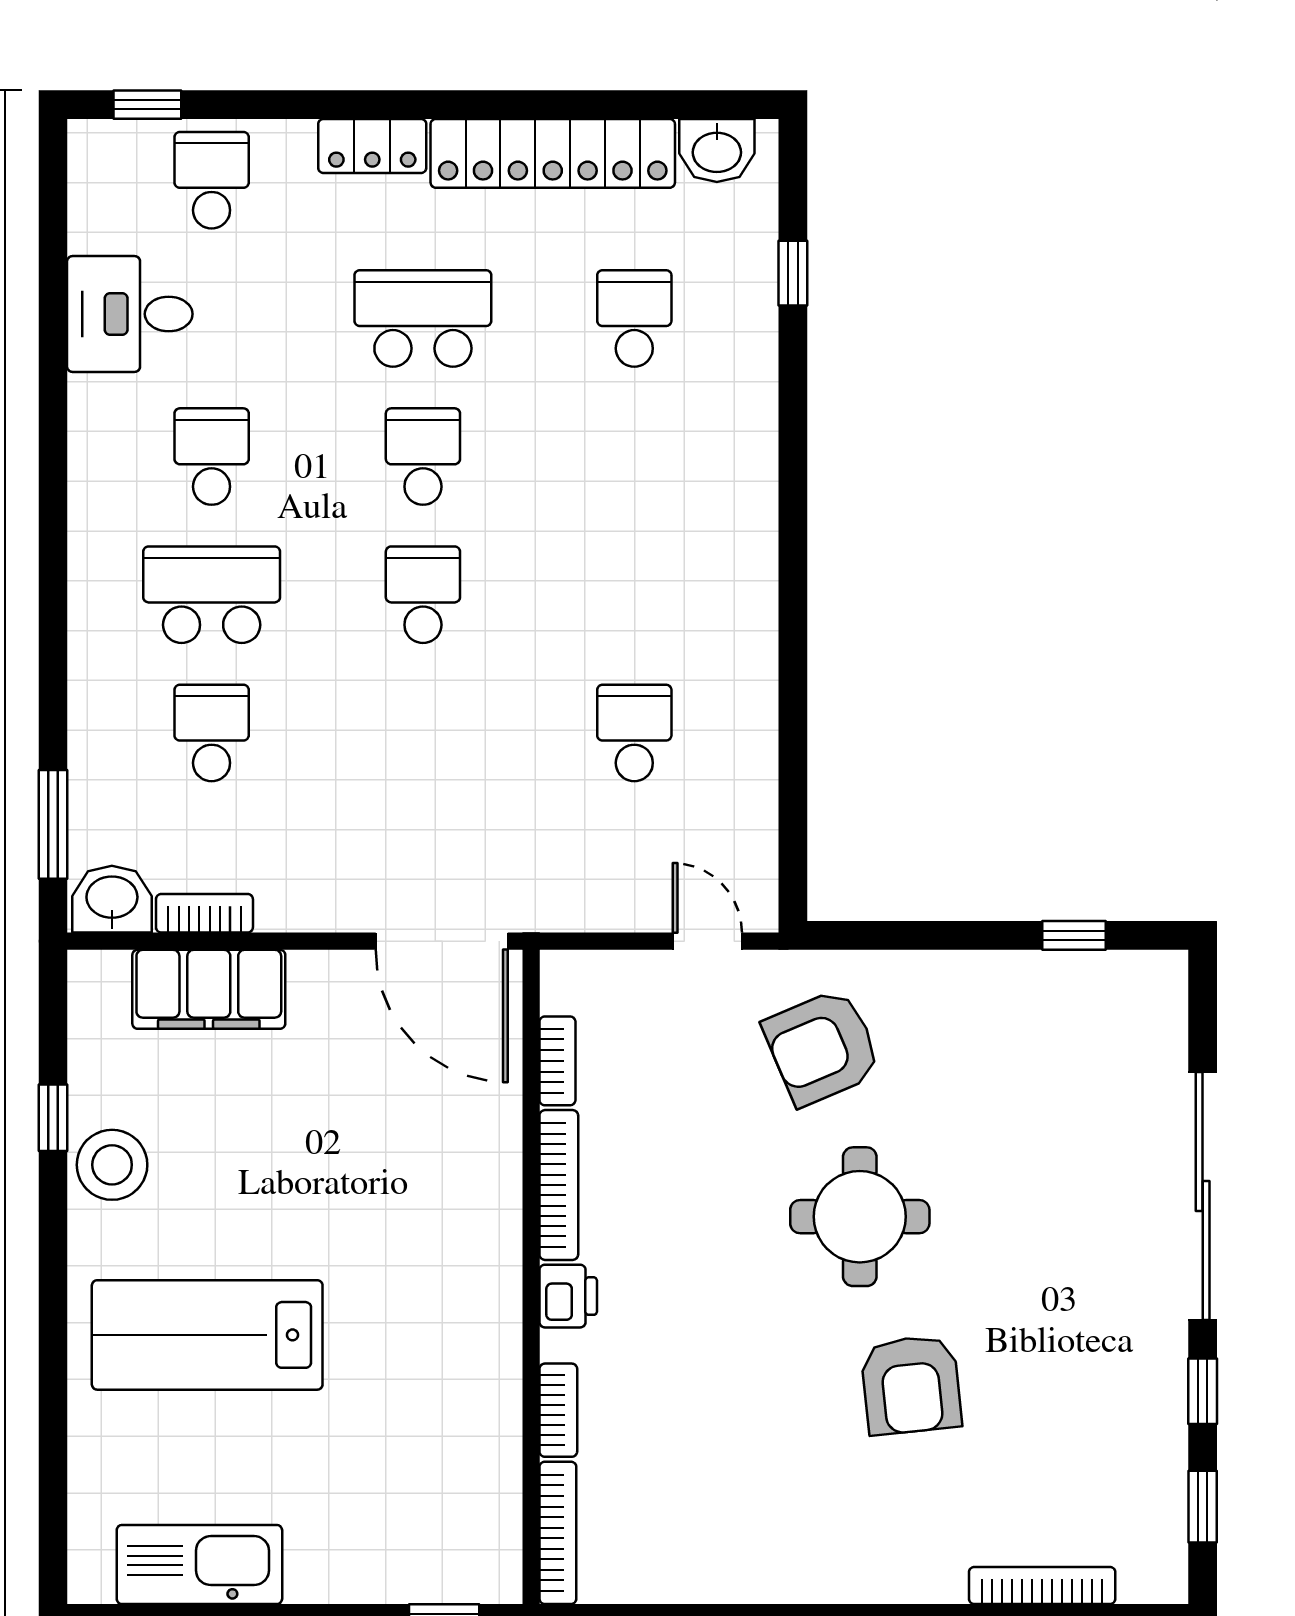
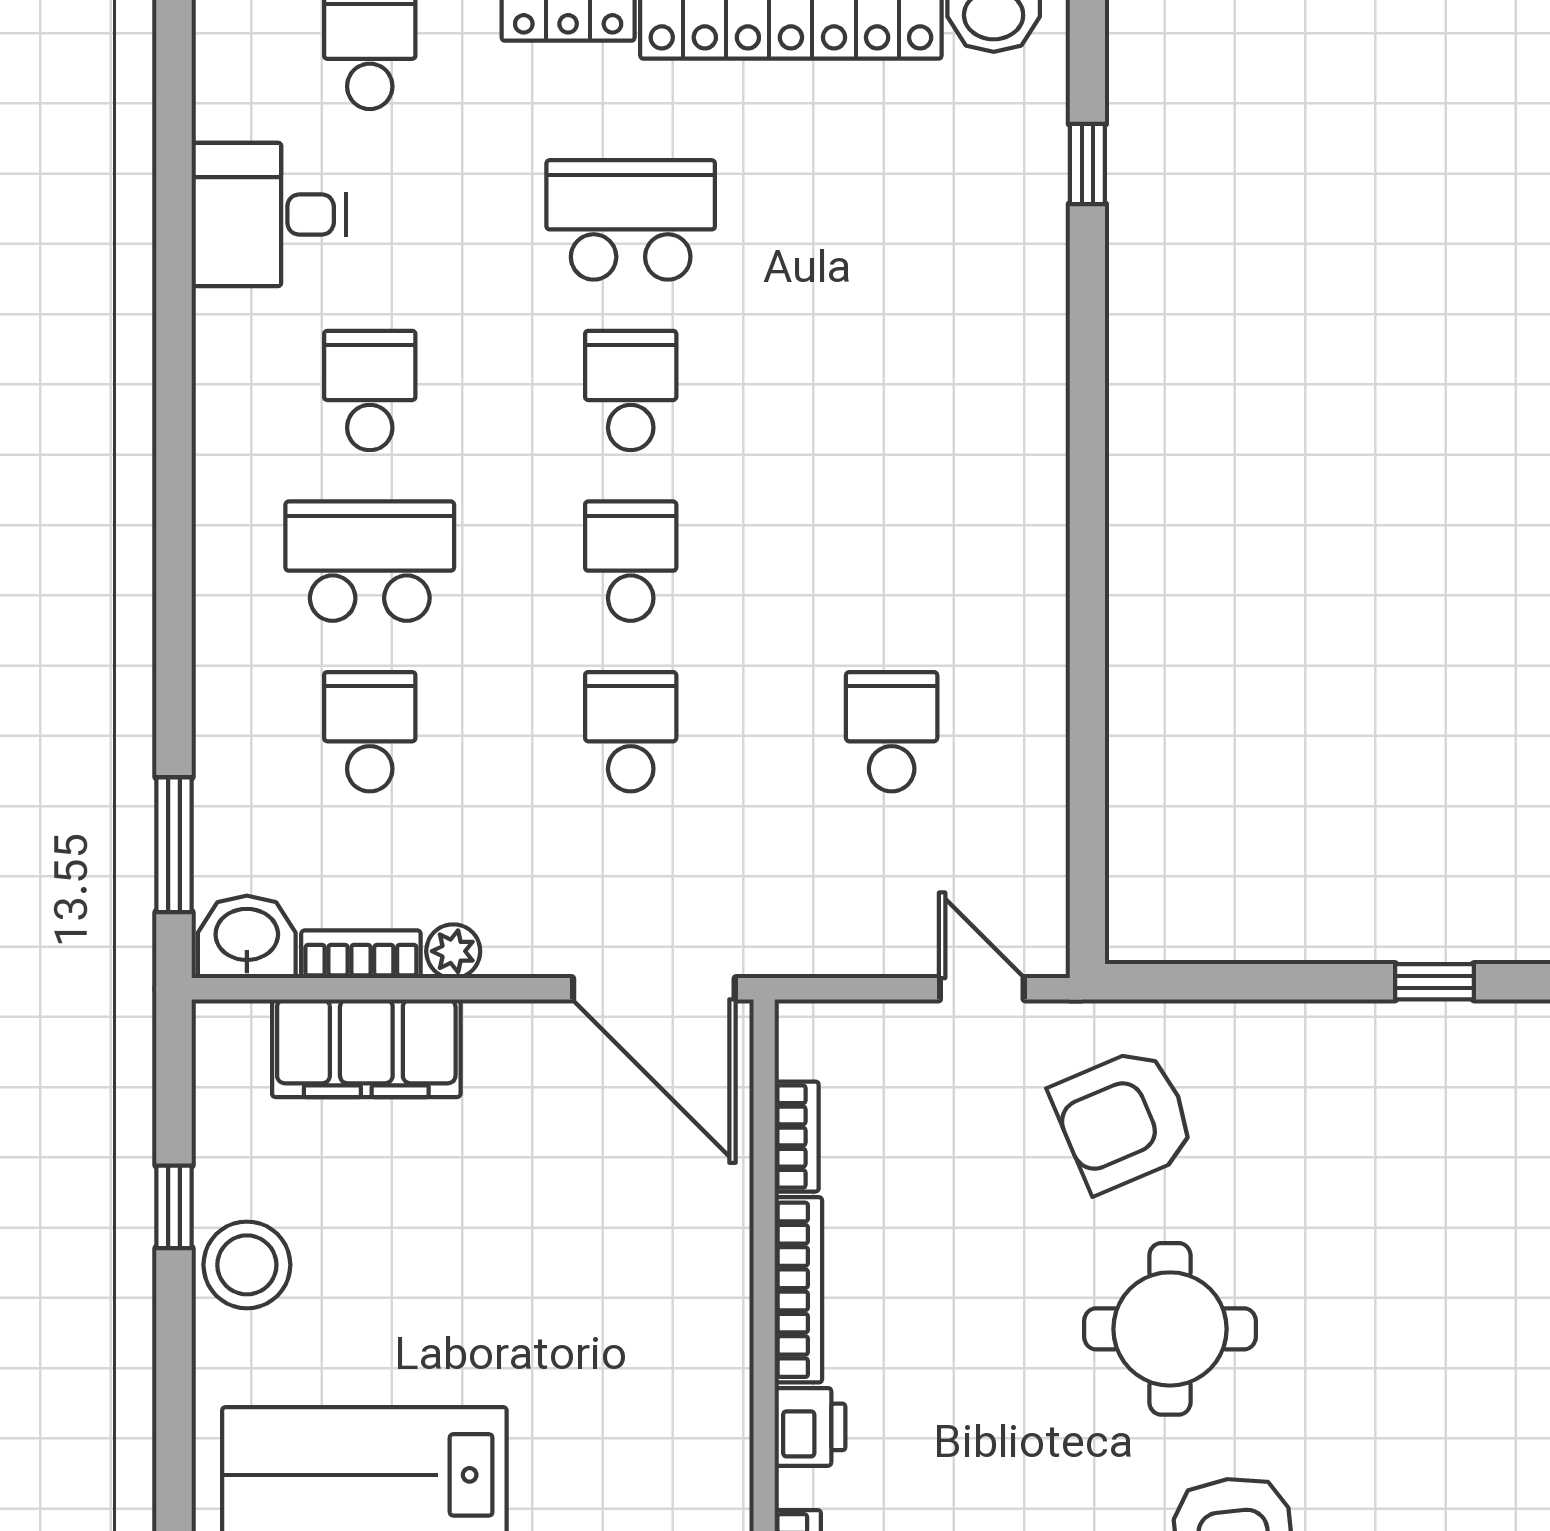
school desk: (634, 318) -> (631, 732), moved
plant: (279, 911) -> (453, 951), added

